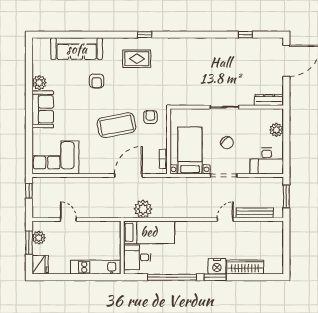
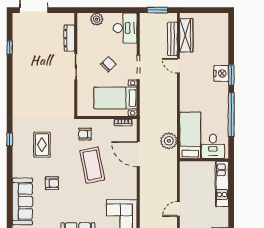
rug: (137, 59) -> (42, 145), moved
dresser: (269, 100) -> (69, 38), moved
wardrobe: (245, 267) -> (186, 35), moved, turned 180

